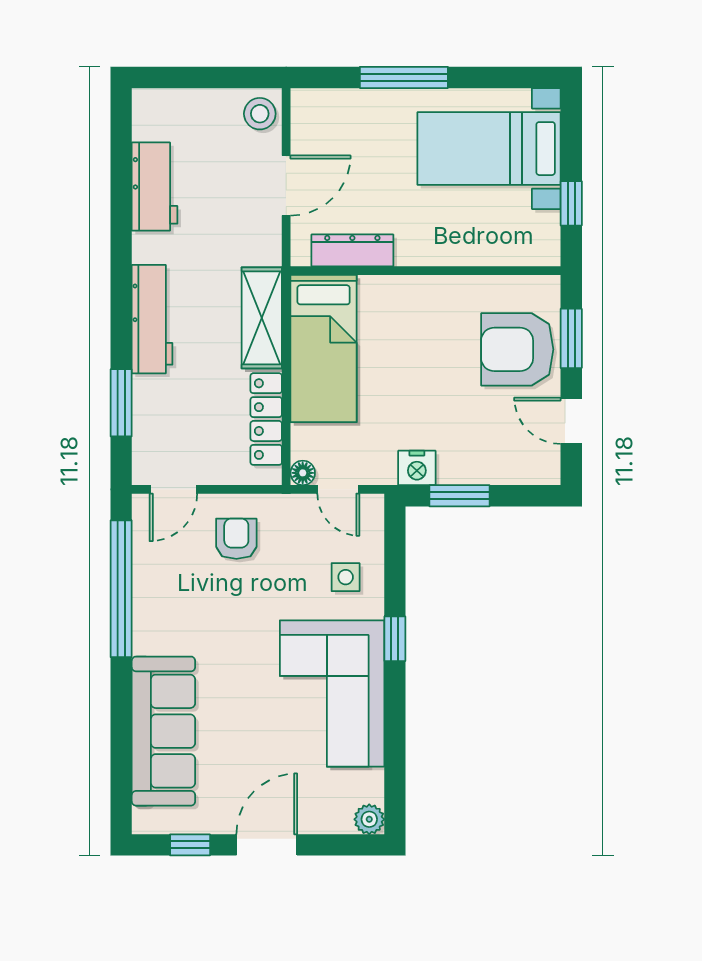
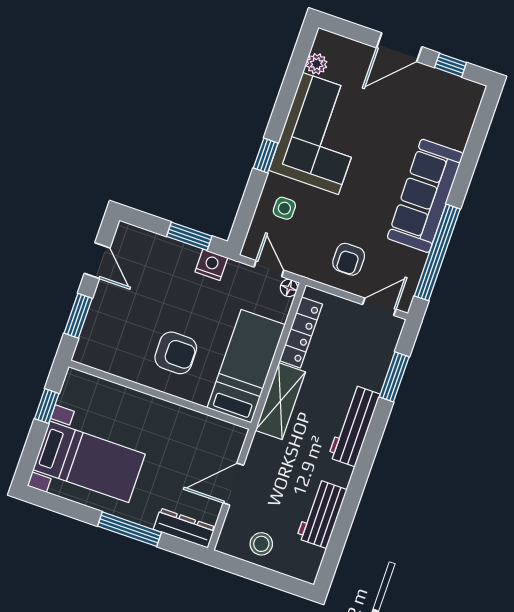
stool: (260, 114) -> (261, 544), moved
dresser: (352, 250) -> (184, 528), moved, turned 180
armchair: (517, 349) -> (176, 353), moved, width x0.73, depth x0.73
sofa: (163, 731) -> (425, 196), moved
plant: (369, 819) -> (317, 64), moved

